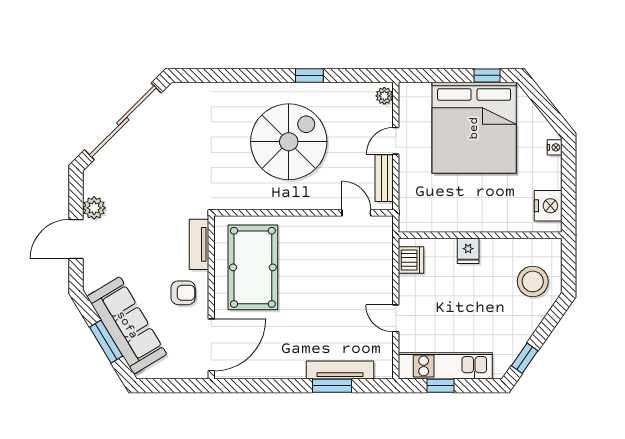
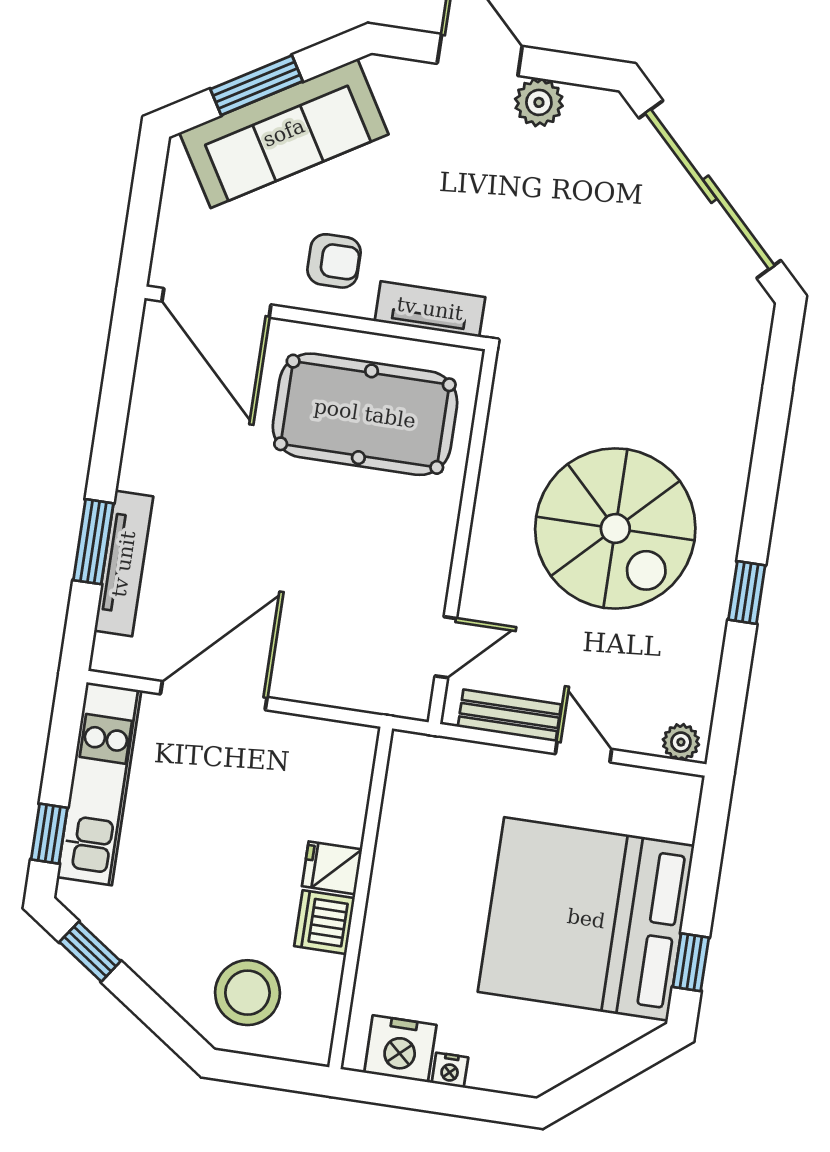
nightstand: (555, 147) -> (450, 1070), moved
dishwasher: (411, 260) -> (324, 922), moved, turned 90
armchair: (183, 293) -> (334, 261), turned -90
door: (396, 318) -> (214, 696), width x1.87
window: (440, 386) -> (49, 834), moved

